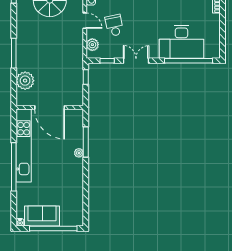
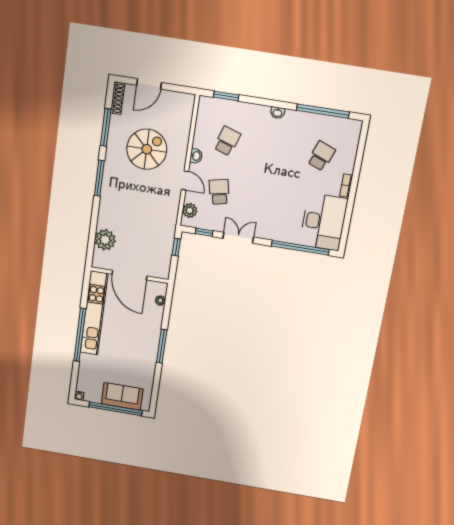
desk: (181, 42) -> (324, 222), moved, turned -90
window: (14, 53) -> (99, 178), moved
window: (86, 142) -> (162, 346), moved
plant: (79, 153) -> (160, 300), moved
sofa: (42, 216) -> (122, 396), moved

